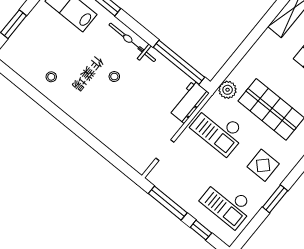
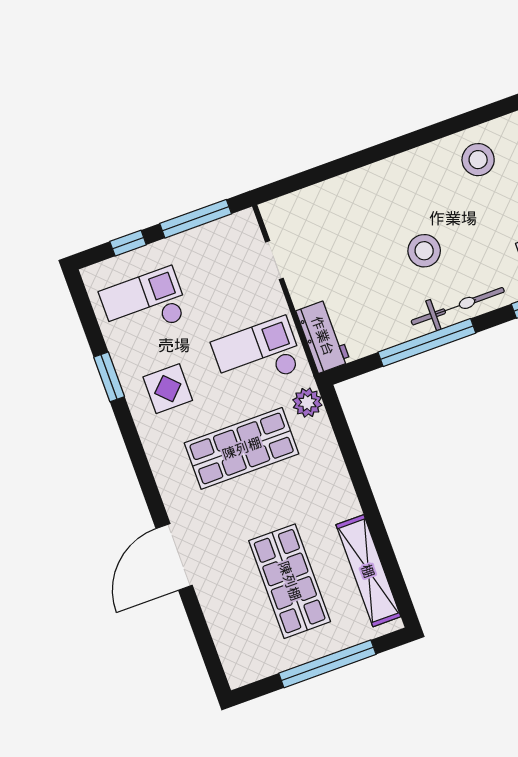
window: (179, 62) -> (427, 343), moved
stool: (51, 77) -> (478, 160), width x1.89, depth x1.89
stool: (114, 77) -> (424, 251), width x1.89, depth x1.89

